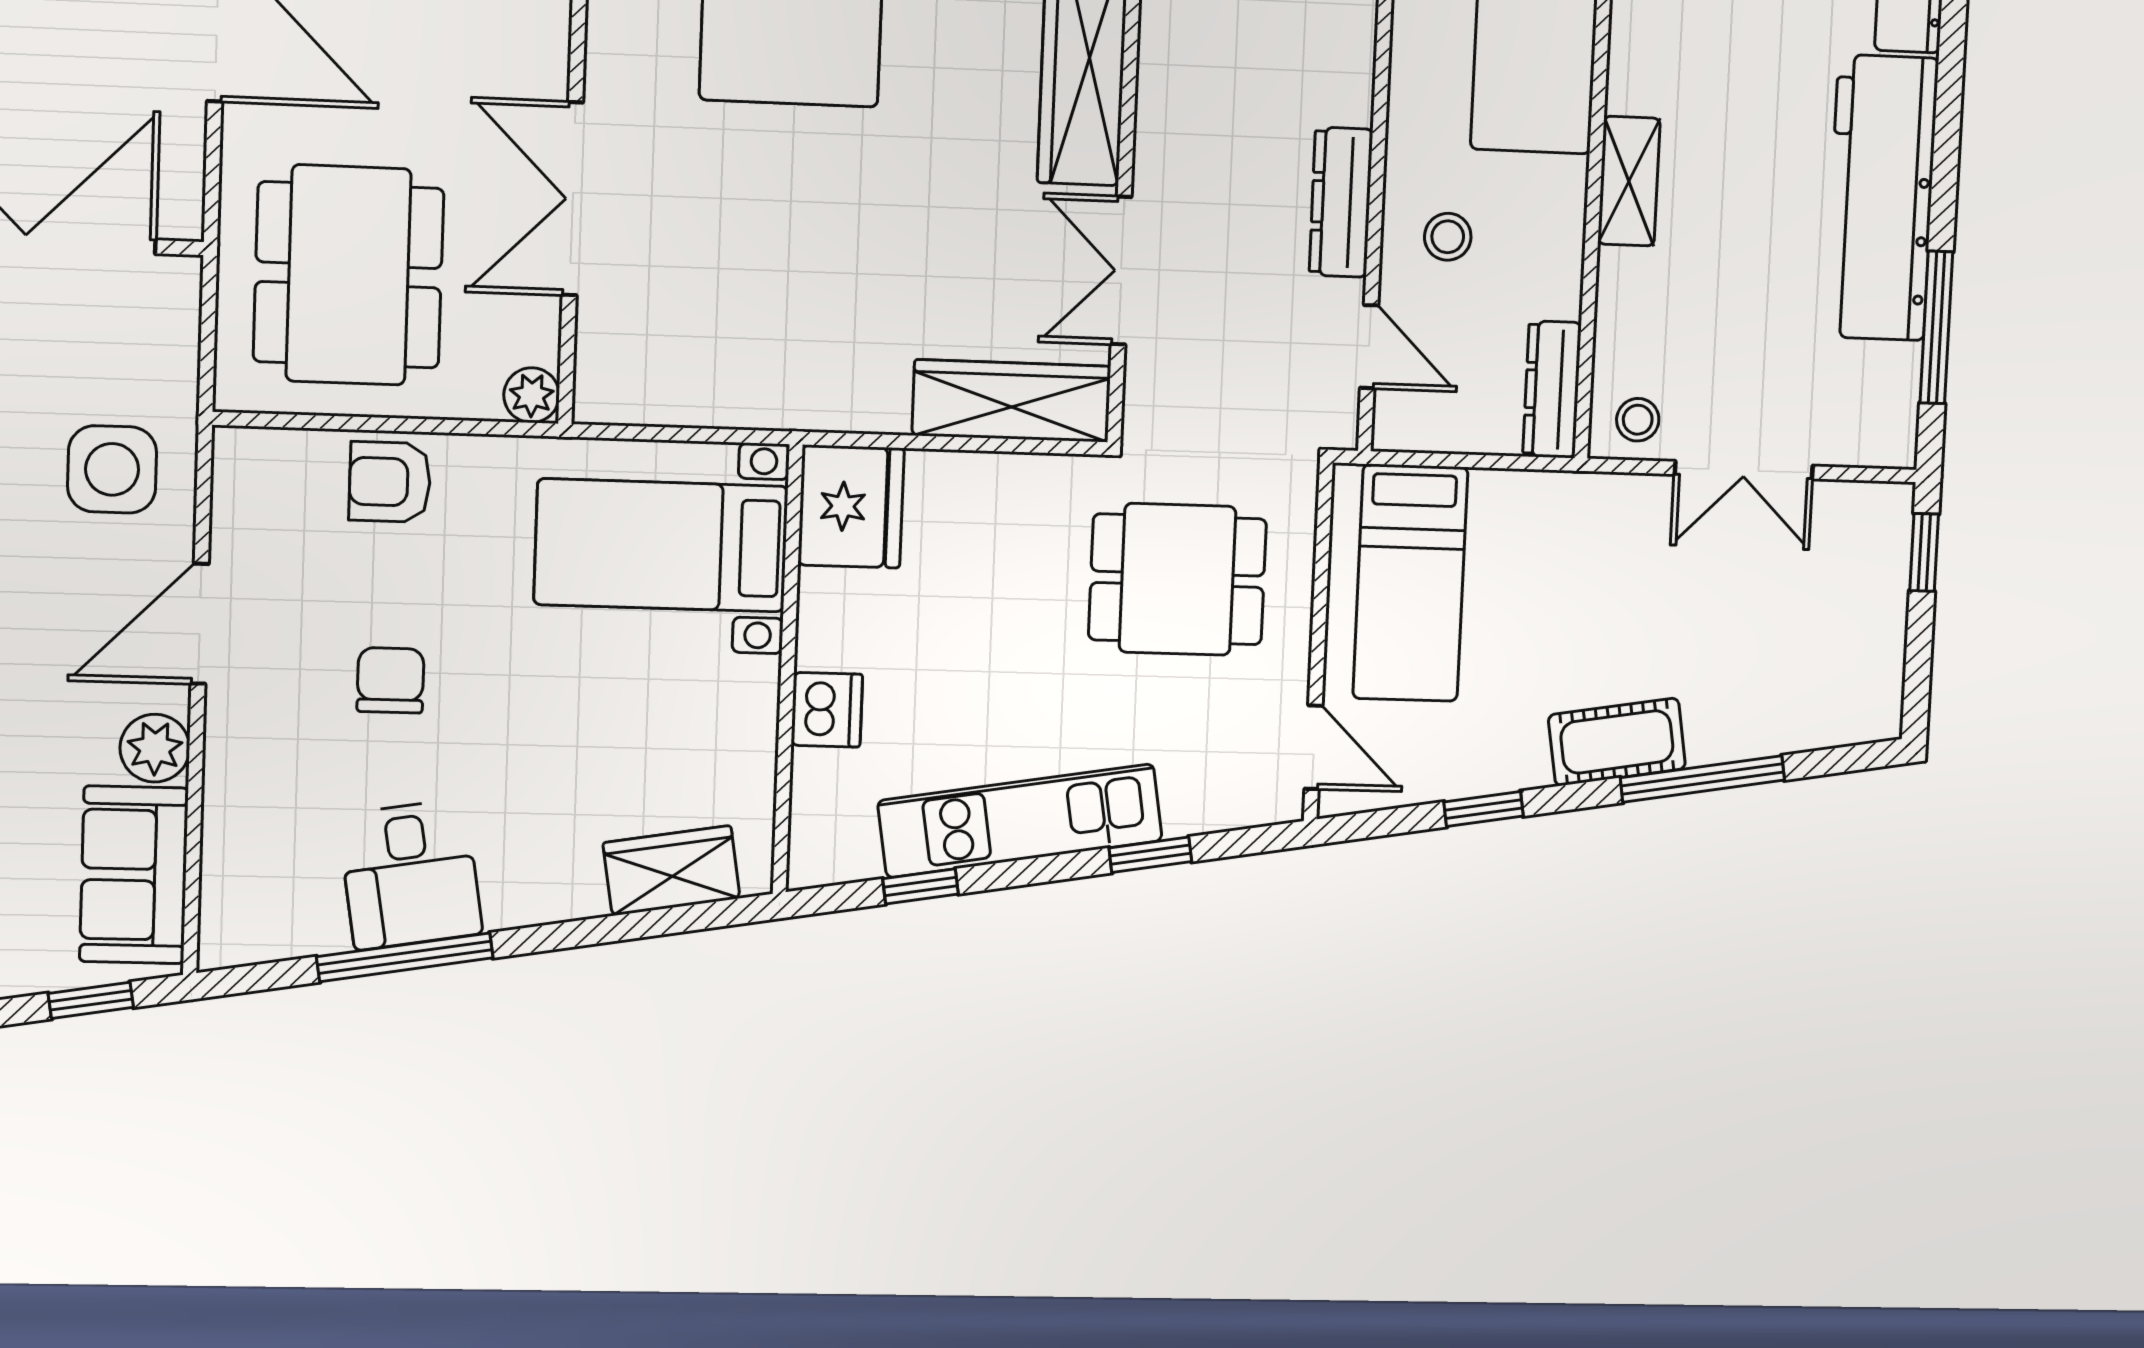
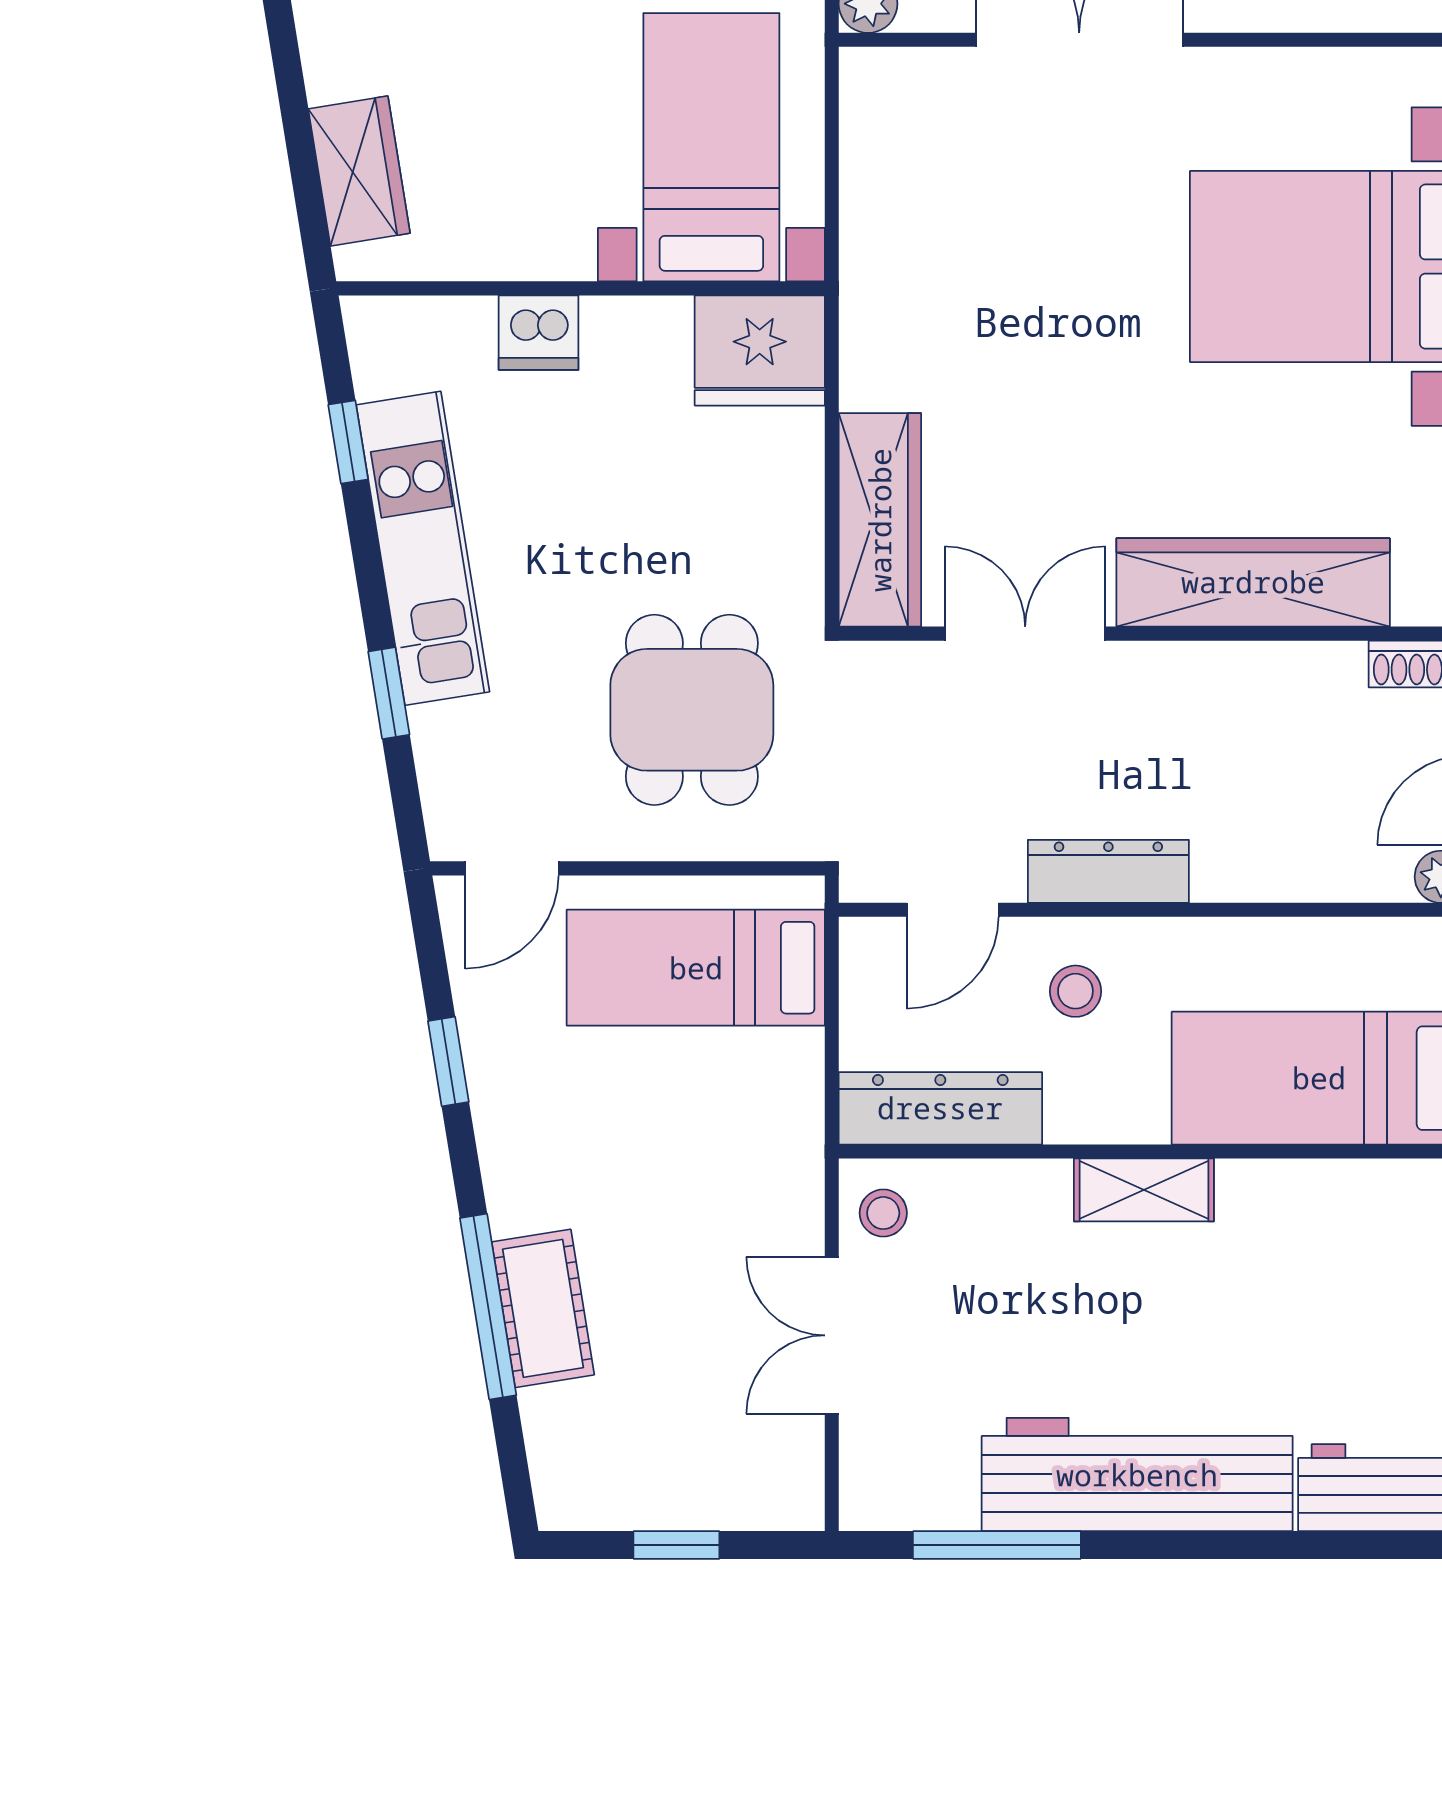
dresser: (1552, 389) -> (940, 1108), width x1.37, depth x1.24
window: (1924, 552) -> (676, 1545), moved
cot: (1617, 742) -> (543, 1308), moved

